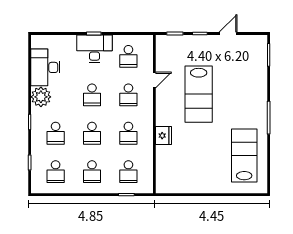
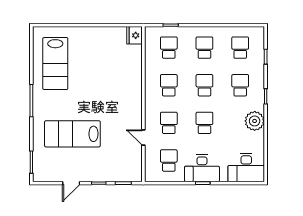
desk: (45, 67) -> (246, 168), moved, turned 90
door: (154, 80) -> (143, 137), hinge flipped
lab bench: (199, 94) -> (72, 134), moved, turned -90
fridge: (163, 136) -> (134, 35), moved

